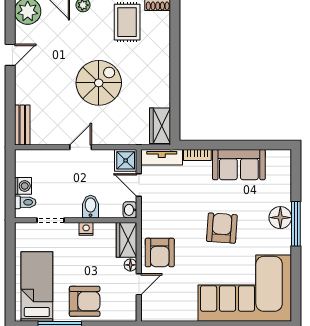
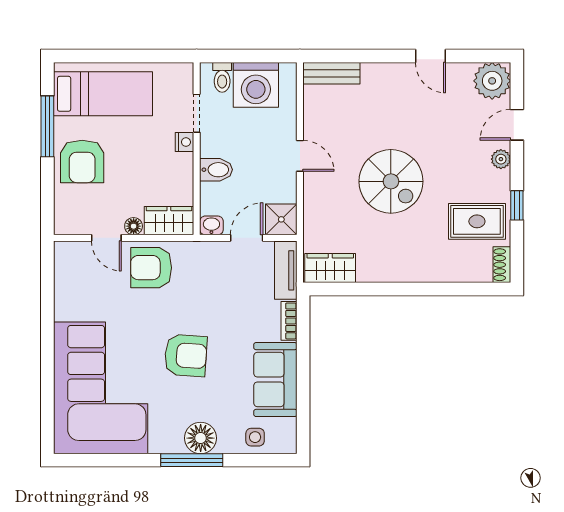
side table: (280, 179) -> (255, 437), added
washing machine: (23, 186) -> (256, 85), width x1.89, depth x1.89
nightstand: (86, 229) -> (184, 142), moved

